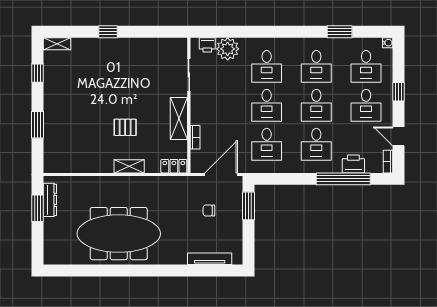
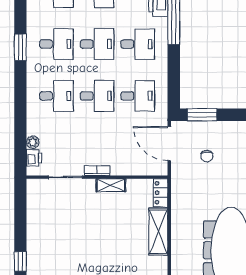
window: (340, 32) -> (20, 47), moved
plant: (228, 49) -> (33, 142), width x0.53, depth x0.53
shelving: (179, 119) -> (111, 185), width x0.67, depth x0.75
pallet: (125, 127) -> (120, 244), removed
bookcase: (195, 137) -> (97, 171), moved
shelving: (129, 166) -> (158, 232), width x1.50, depth x1.33

